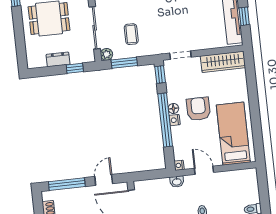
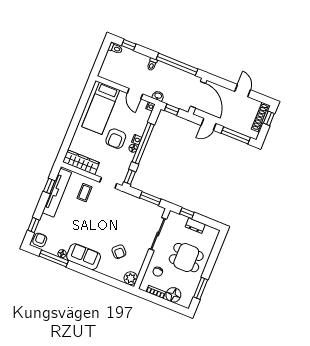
coffee table: (131, 34) -> (85, 193), moved
plant: (106, 54) -> (160, 211), removed
window: (153, 174) -> (172, 110), added

